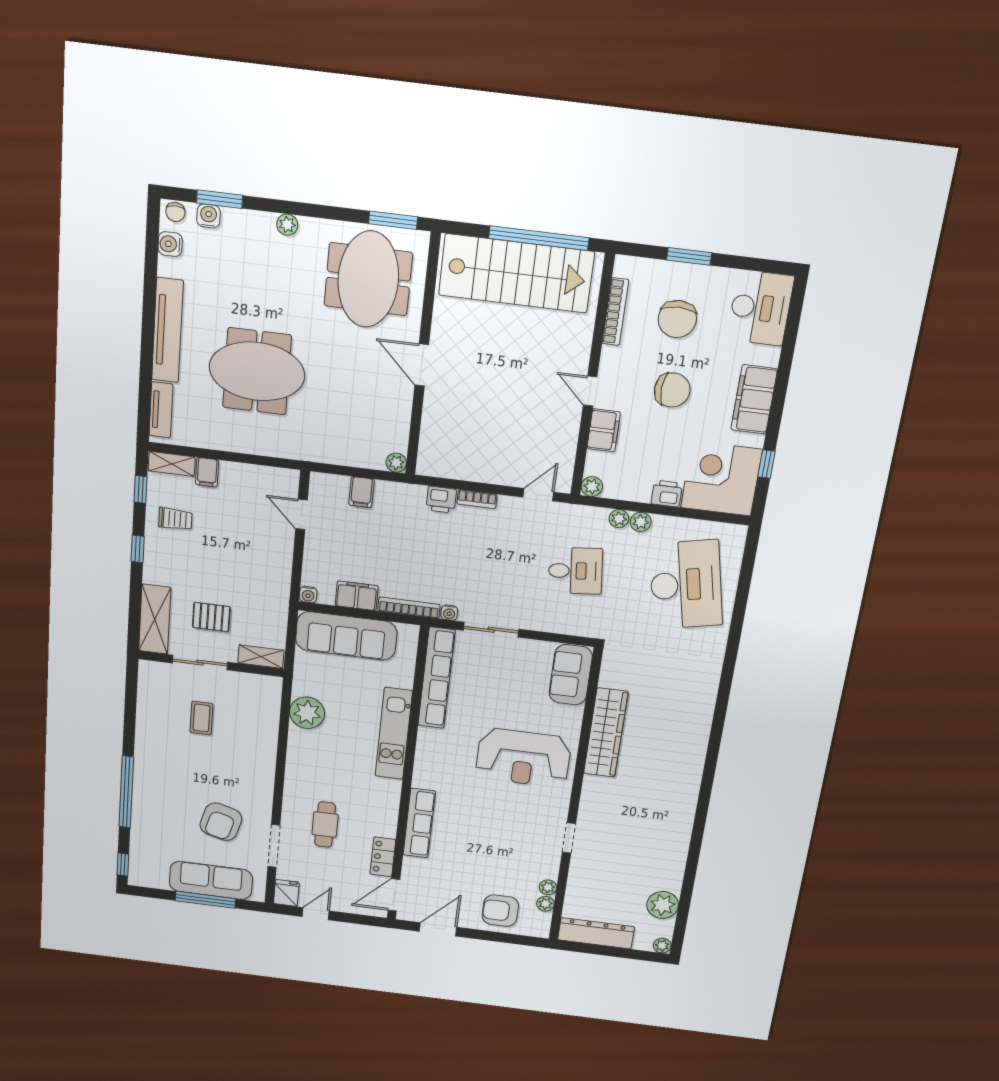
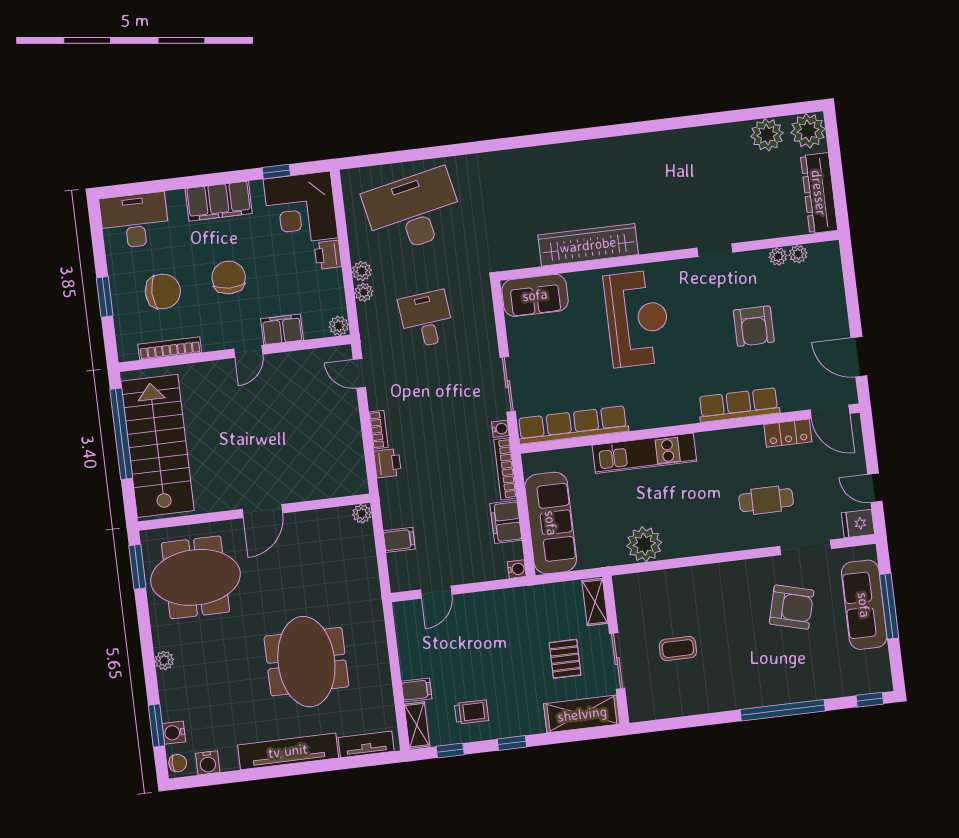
trolley: (175, 519) -> (472, 712), turned 90
armchair: (500, 911) -> (754, 326), moved
plant: (662, 946) -> (808, 131), width x1.88, depth x1.88

